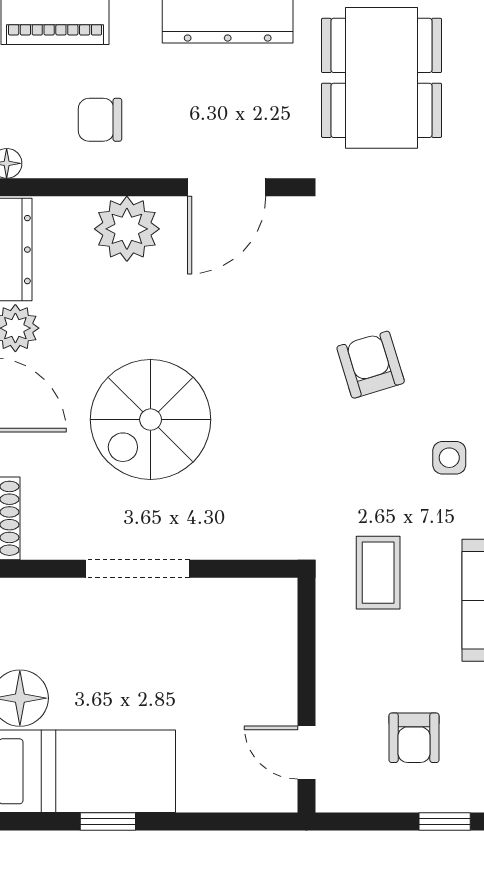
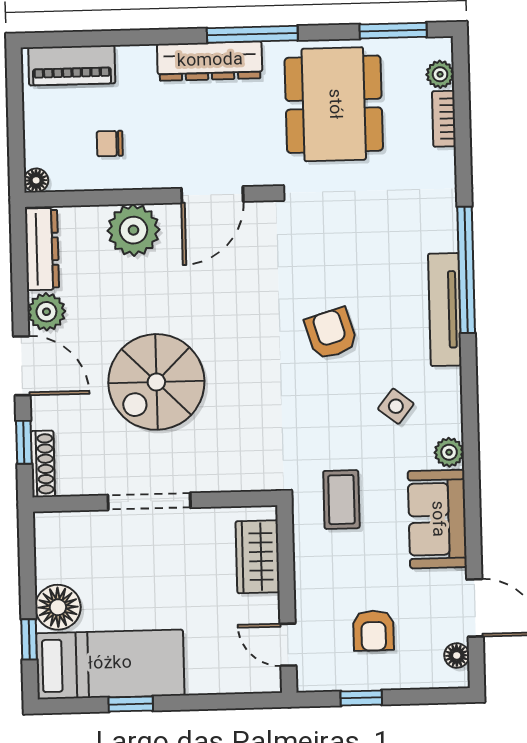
chair: (100, 120) -> (110, 144), width x0.73, depth x0.73
side table: (449, 458) -> (396, 406), turned 38
wardrobe: (271, 641) -> (258, 557), added
window: (445, 822) -> (361, 698), moved

